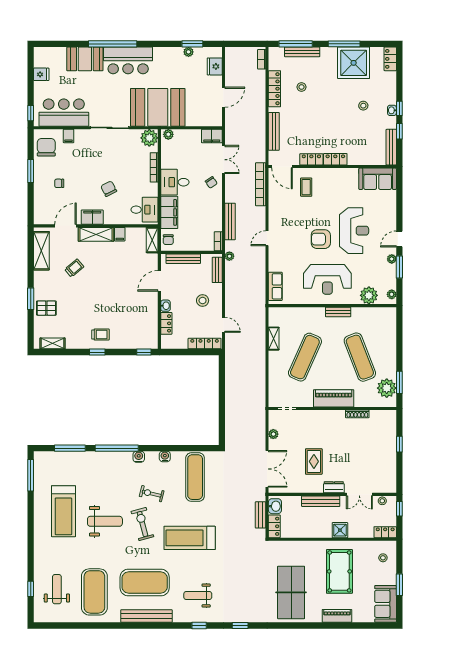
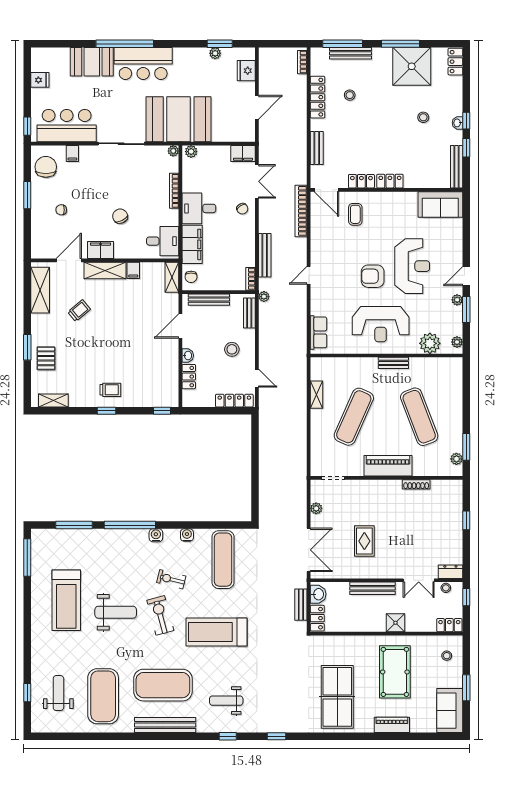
bench: (274, 131) -> (317, 148), width x0.73
plant: (149, 138) -> (173, 151), width x0.53, depth x0.53
pallet: (46, 308) -> (46, 358), turned 90
plant: (387, 388) -> (456, 459), width x0.53, depth x0.53
dresser: (334, 487) -> (450, 572), moved

